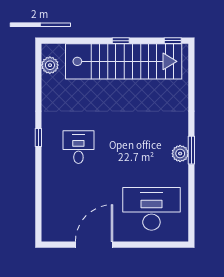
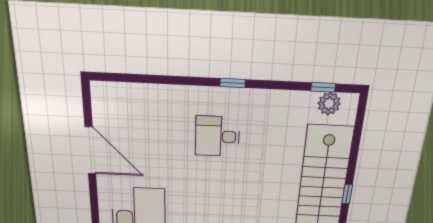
window: (38, 71) -> (323, 87), added
desk: (78, 147) -> (217, 136), turned 180

